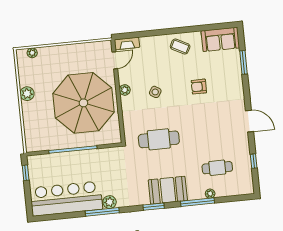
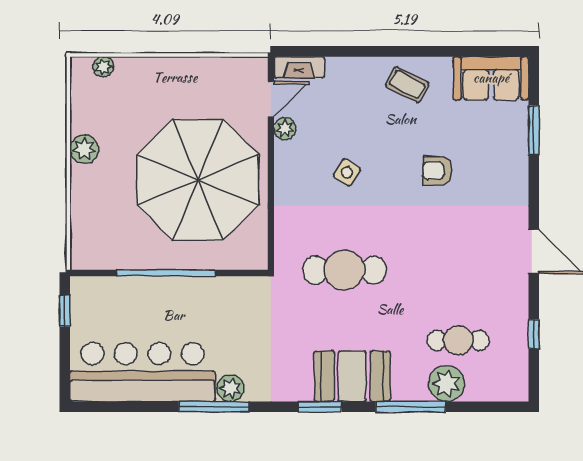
plant: (125, 90) -> (285, 129), moved
plant: (210, 194) -> (446, 383), width x1.88, depth x1.88

